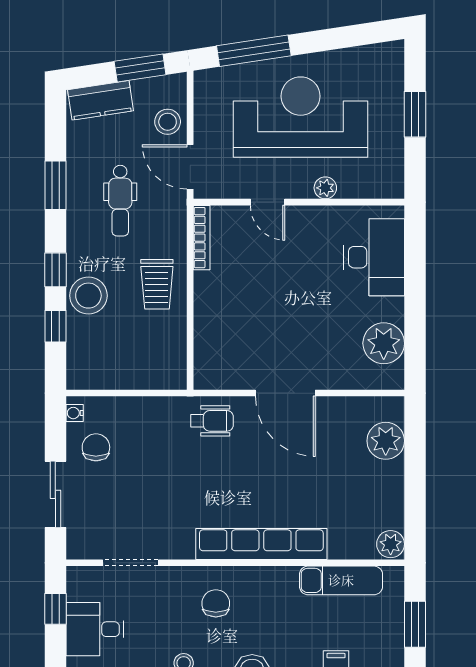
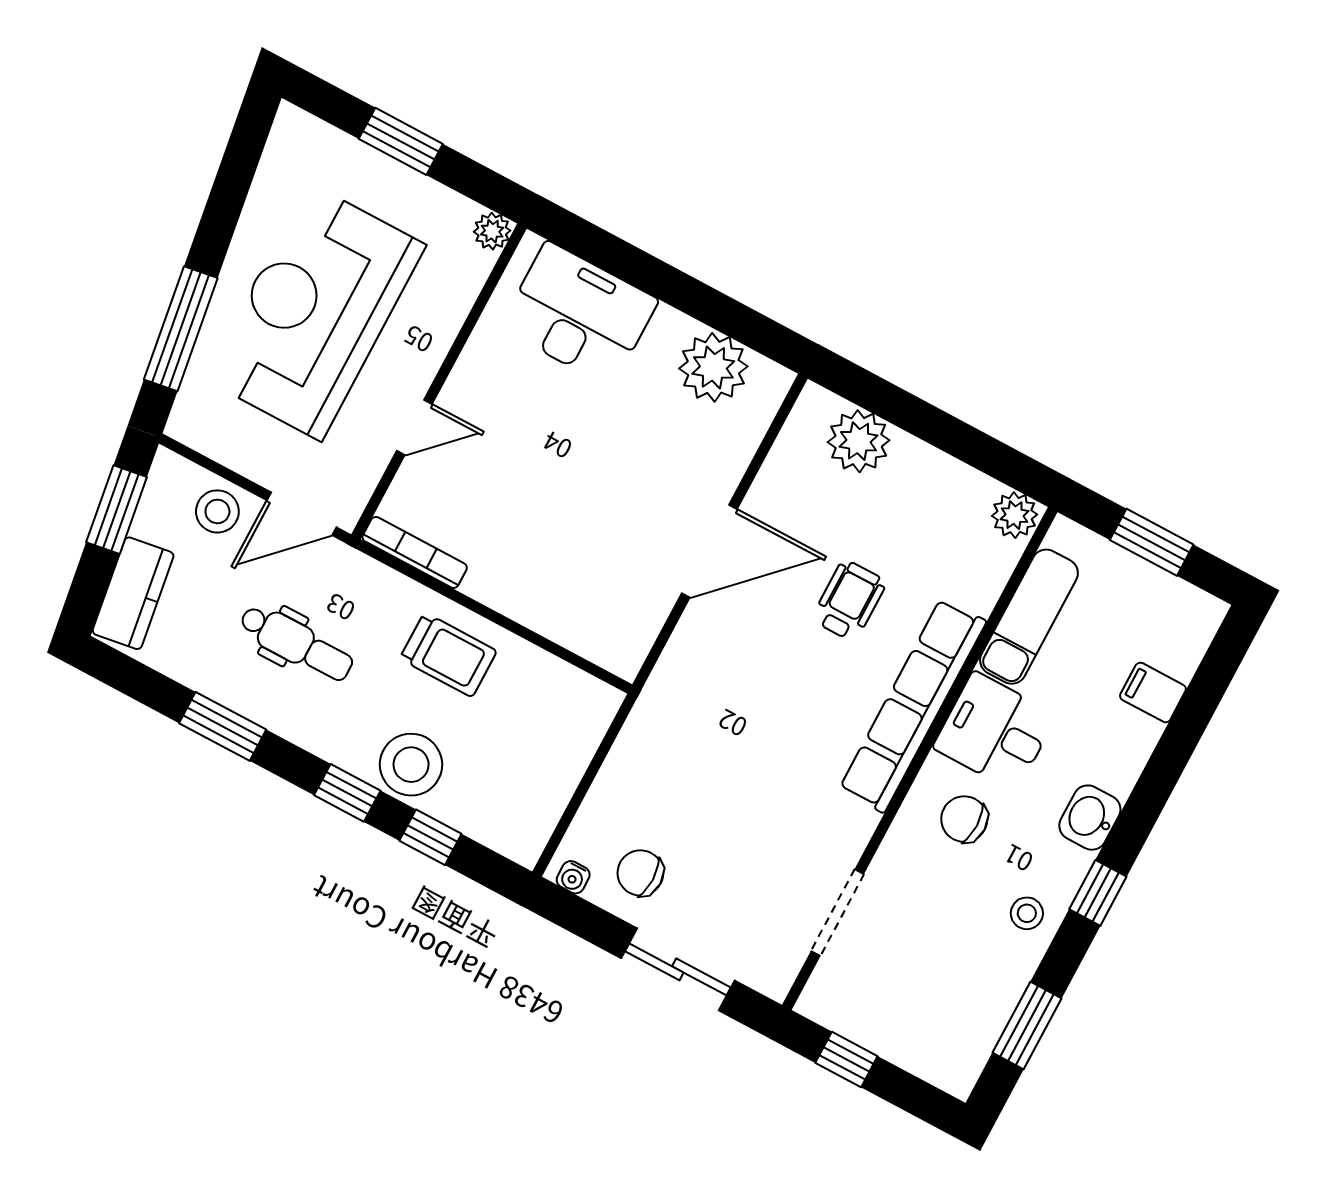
plant: (325, 188) -> (492, 231), moved
wheelchair: (212, 421) -> (849, 601), moved
desk: (95, 629) -> (995, 731), moved, turned 90

